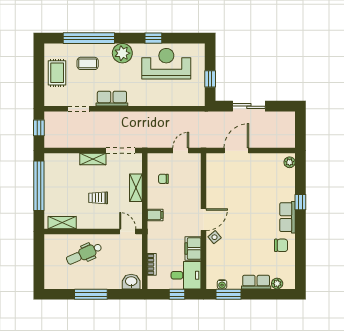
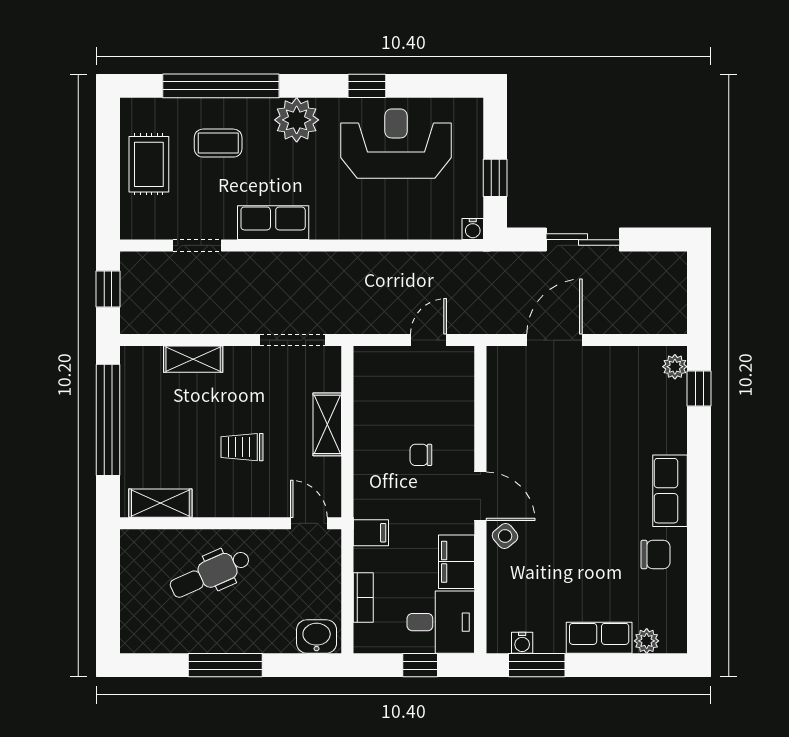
water cooler: (200, 101) -> (473, 229), added
shelving: (93, 159) -> (193, 359), moved
chair: (163, 179) -> (421, 455), moved
window: (300, 202) -> (699, 389), moved
filing cabinet: (155, 215) -> (371, 533), moved
door: (204, 220) -> (480, 496), hinge flipped

